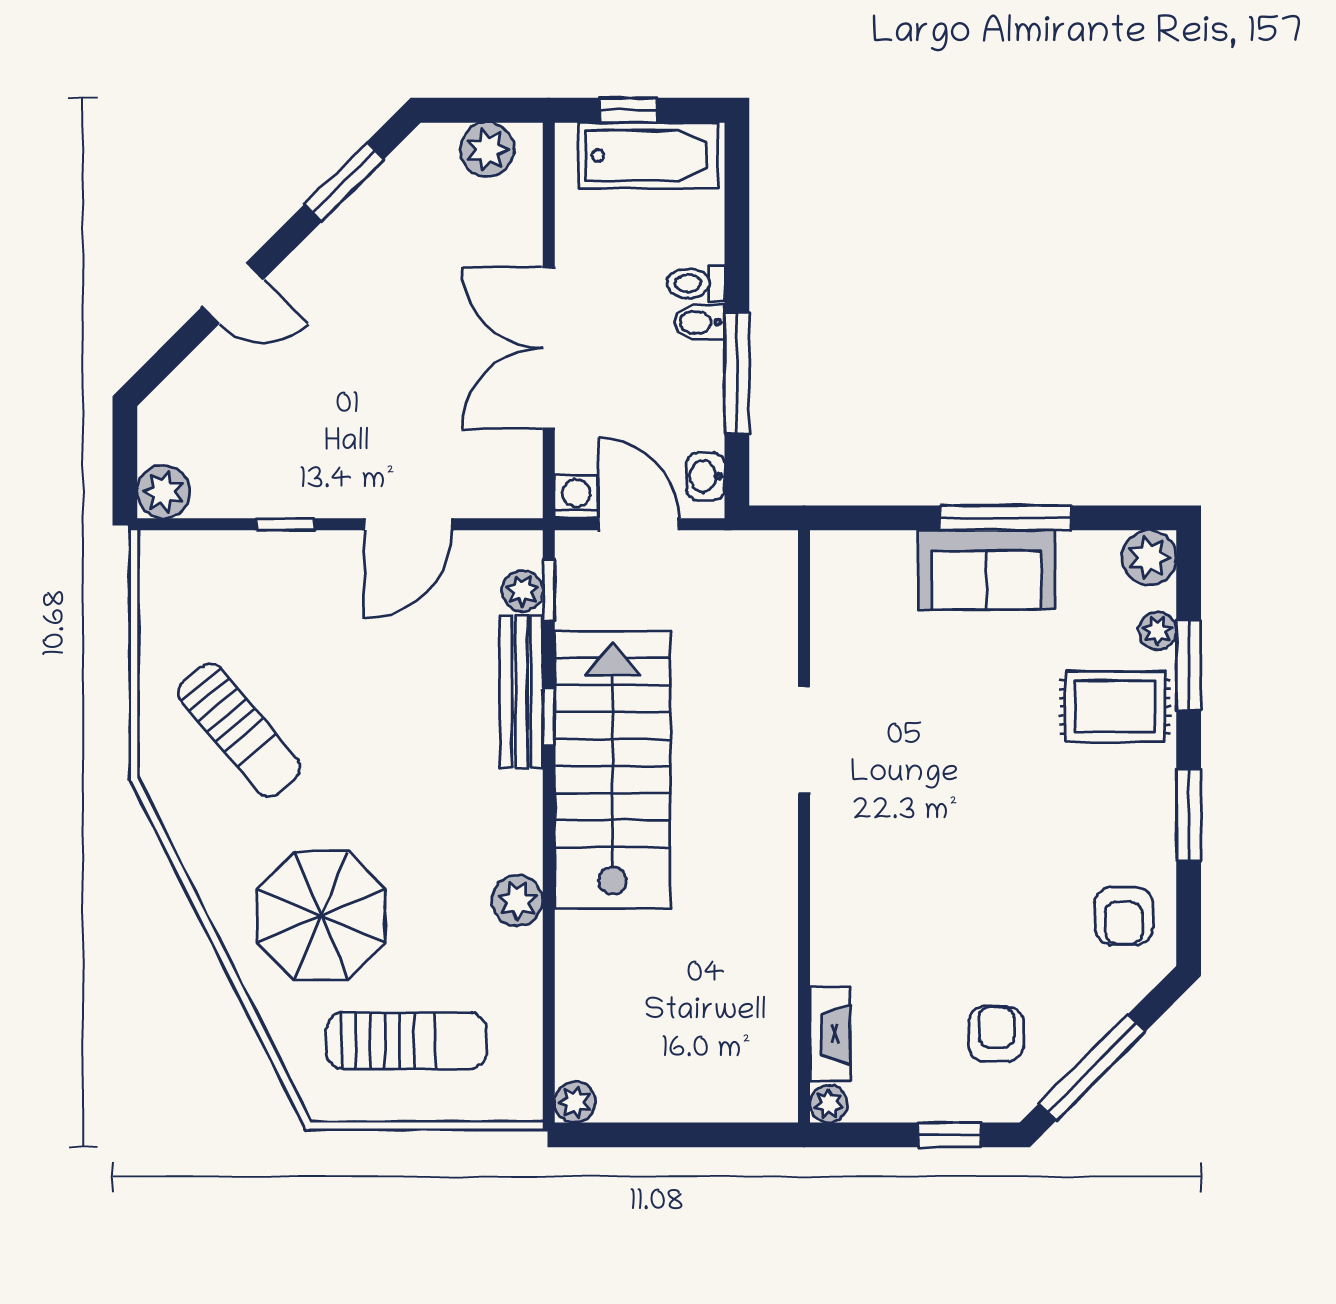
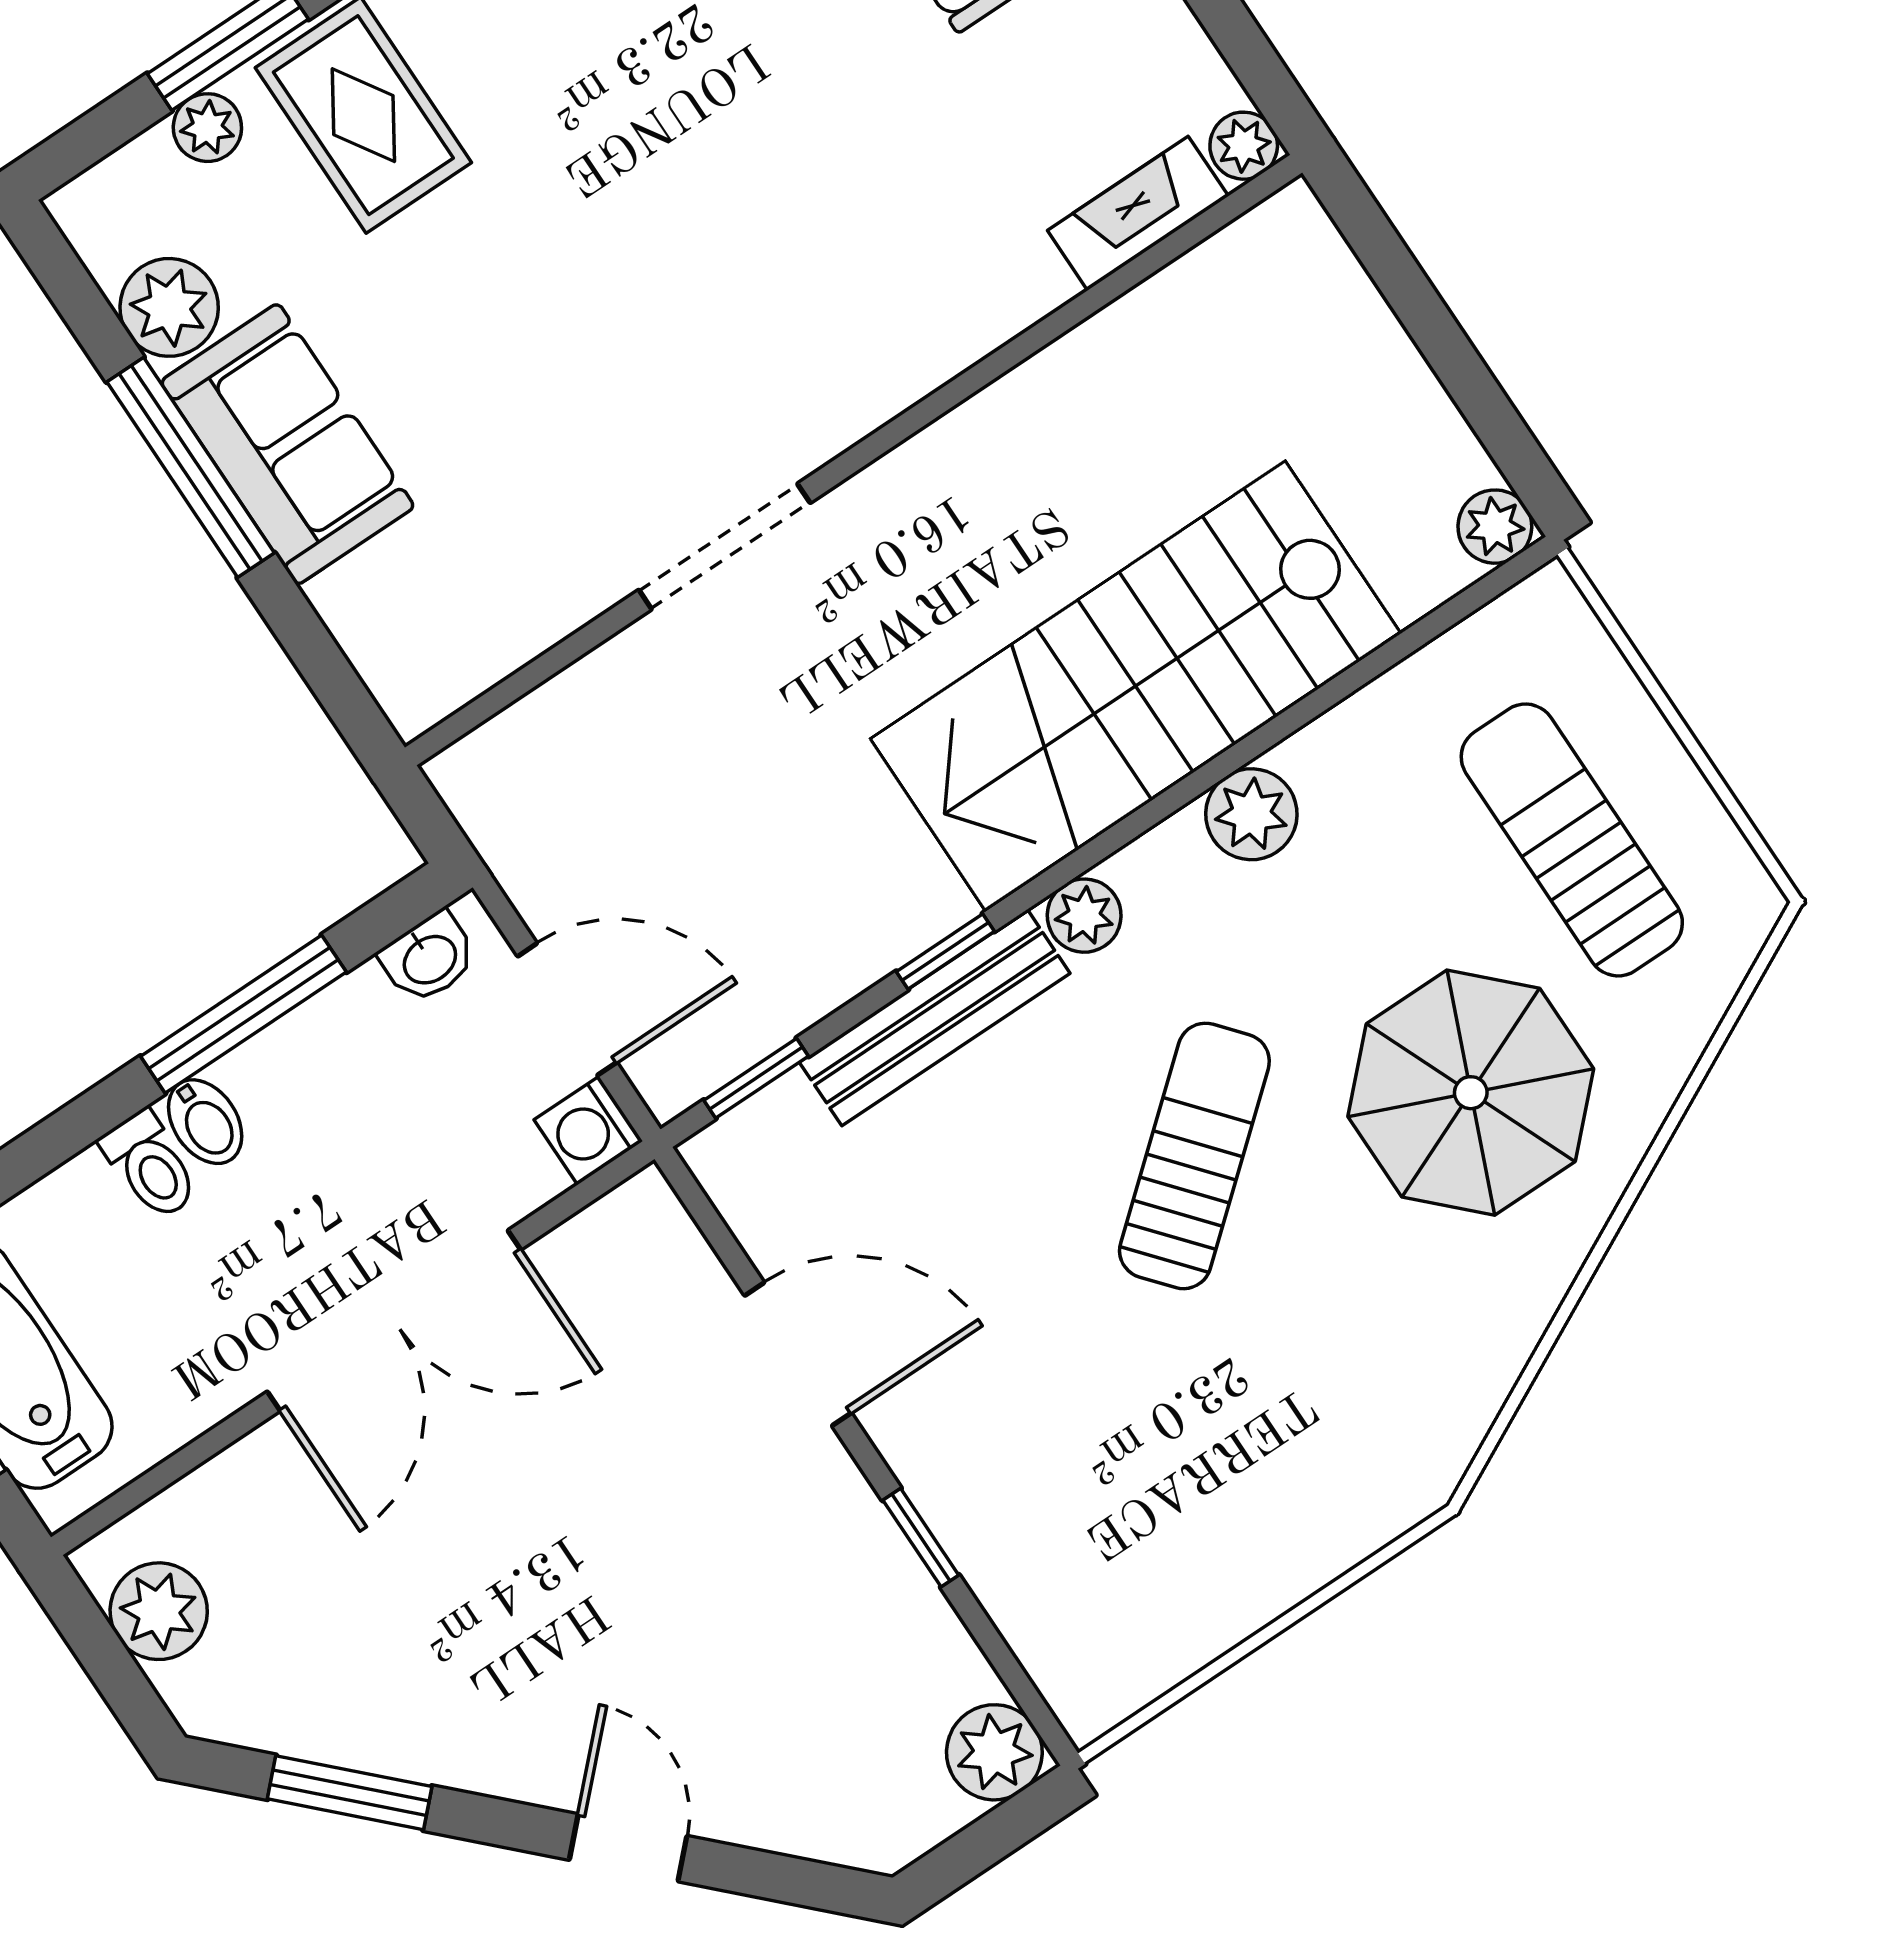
door: (639, 524) -> (567, 1009), swing flipped
plant: (1149, 557) -> (169, 307), moved
plant: (522, 591) -> (1084, 916), moved
sun lounger: (239, 730) -> (1194, 1156), moved
stairs: (612, 770) -> (1136, 686), moved

